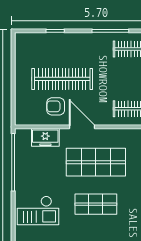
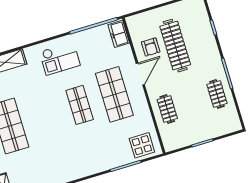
armchair: (56, 106) -> (151, 47), turned 180
freezer: (45, 137) -> (119, 34), moved
checkout: (38, 211) -> (60, 58), turned -90

